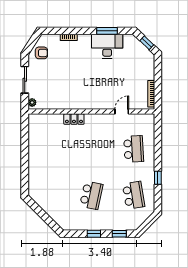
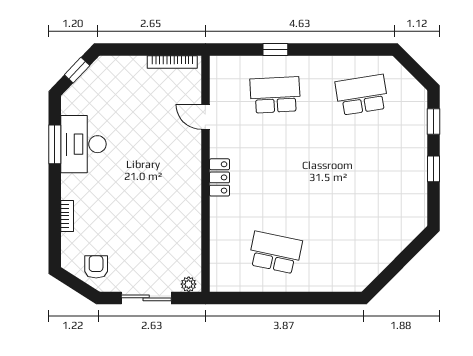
locker: (74, 119) -> (219, 177), moved
window: (158, 178) -> (275, 49), moved
school desk: (91, 195) -> (275, 253), moved

